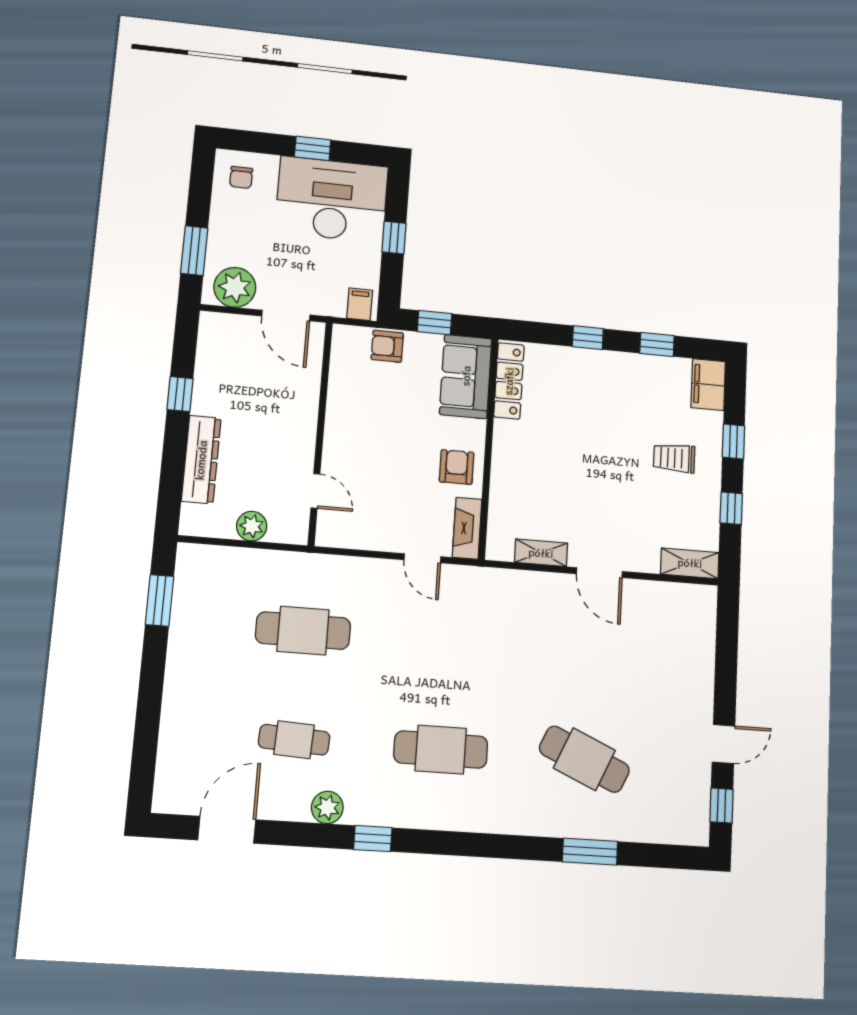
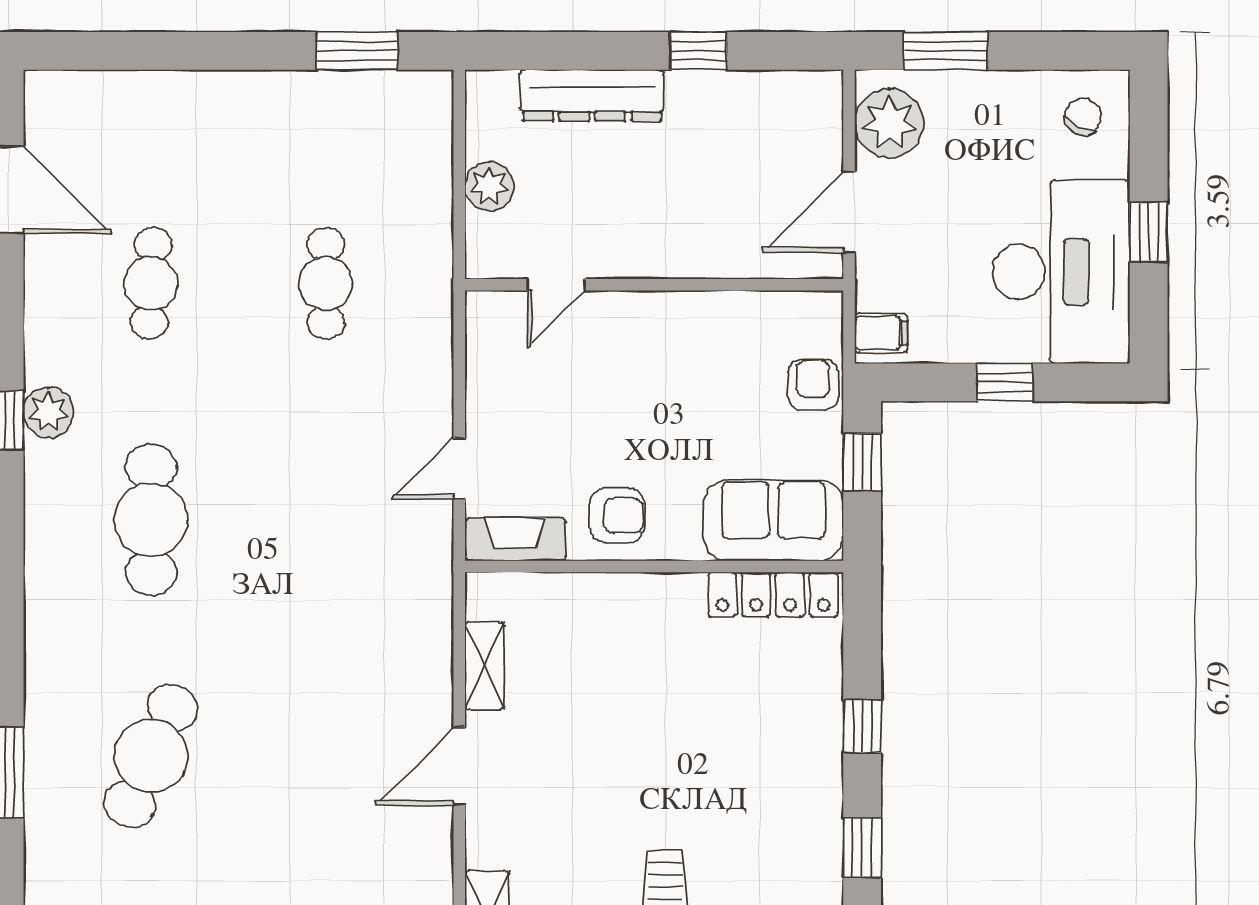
chair: (241, 177) -> (1083, 117), turned 116
cafe table: (303, 631) -> (326, 283), width x0.73, depth x0.74
plant: (327, 807) -> (49, 412), moved

